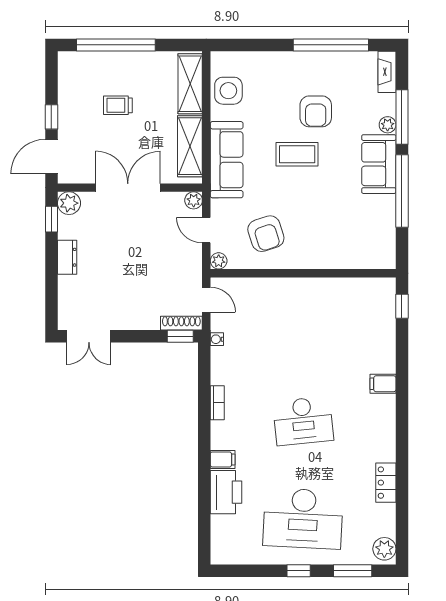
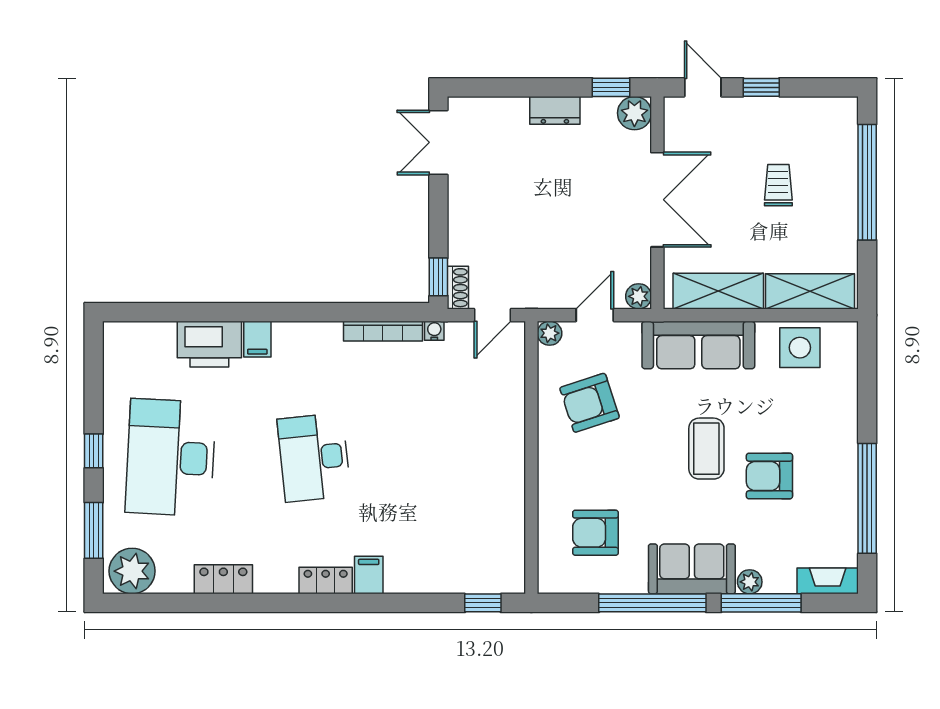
door: (51, 157) -> (703, 87), width x0.73
armchair: (354, 230) -> (595, 533), added
shoe rack: (181, 323) -> (458, 288), width x0.70
bookcase: (217, 403) -> (383, 331), moved, width x1.56
locker: (387, 413) -> (326, 580), added
plant: (384, 549) -> (132, 571), width x1.36, depth x1.36

